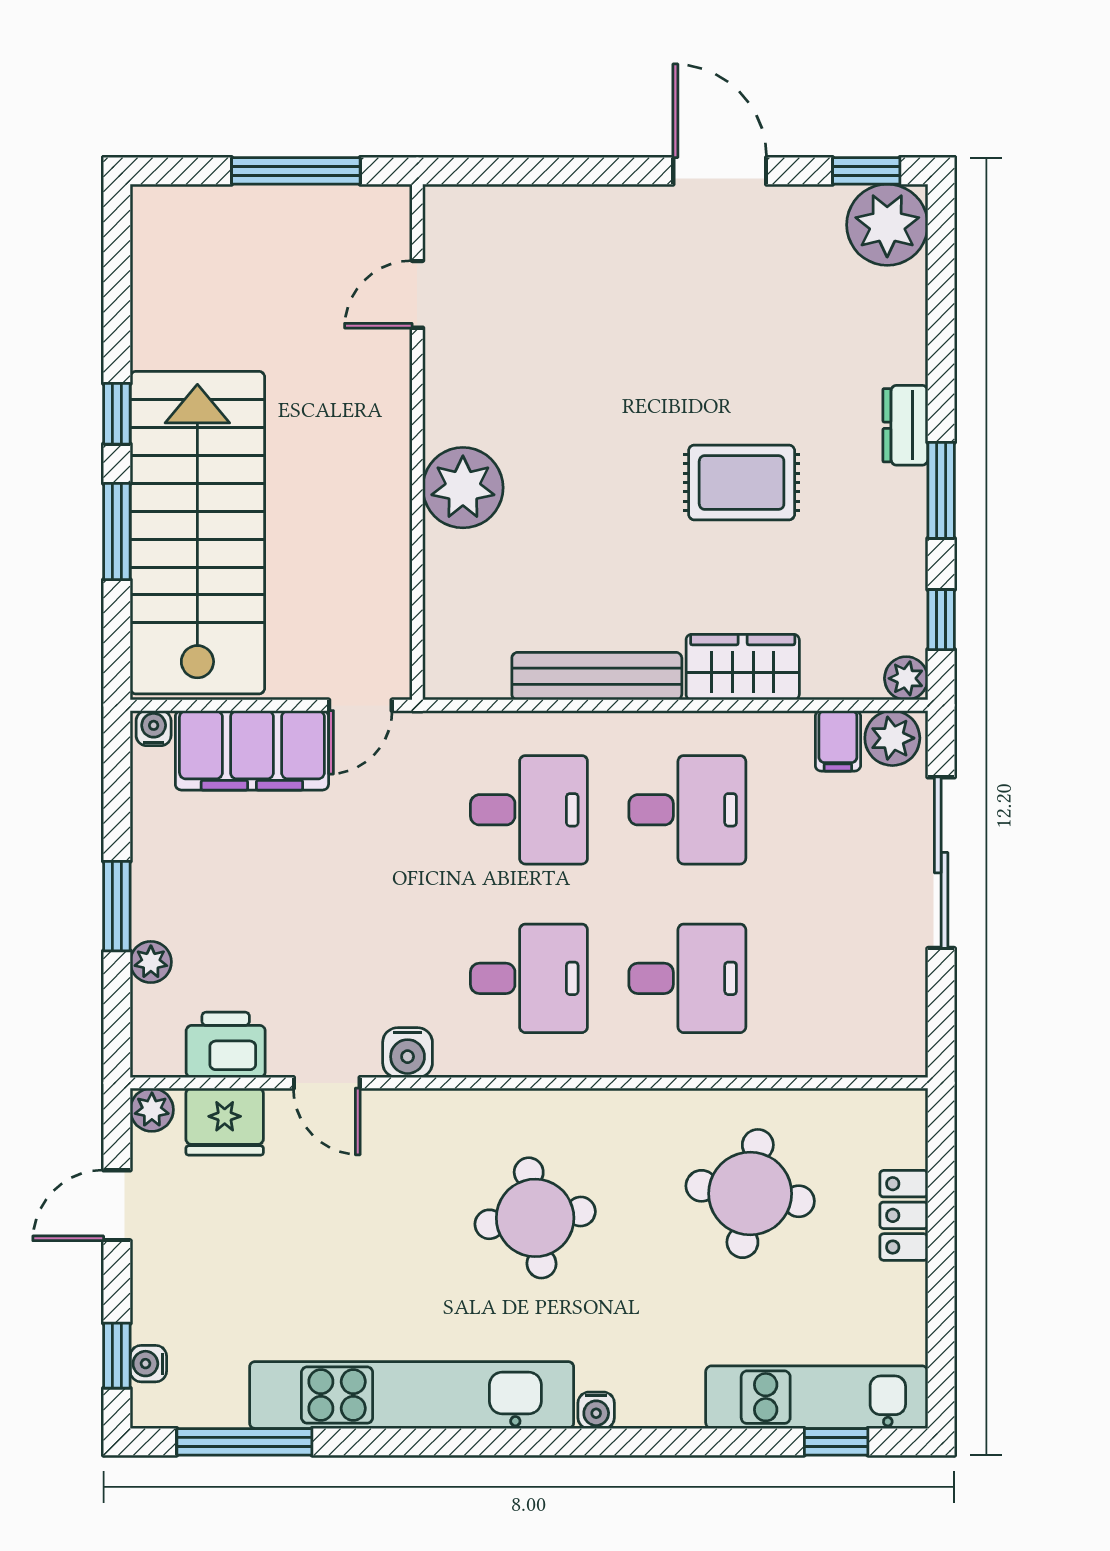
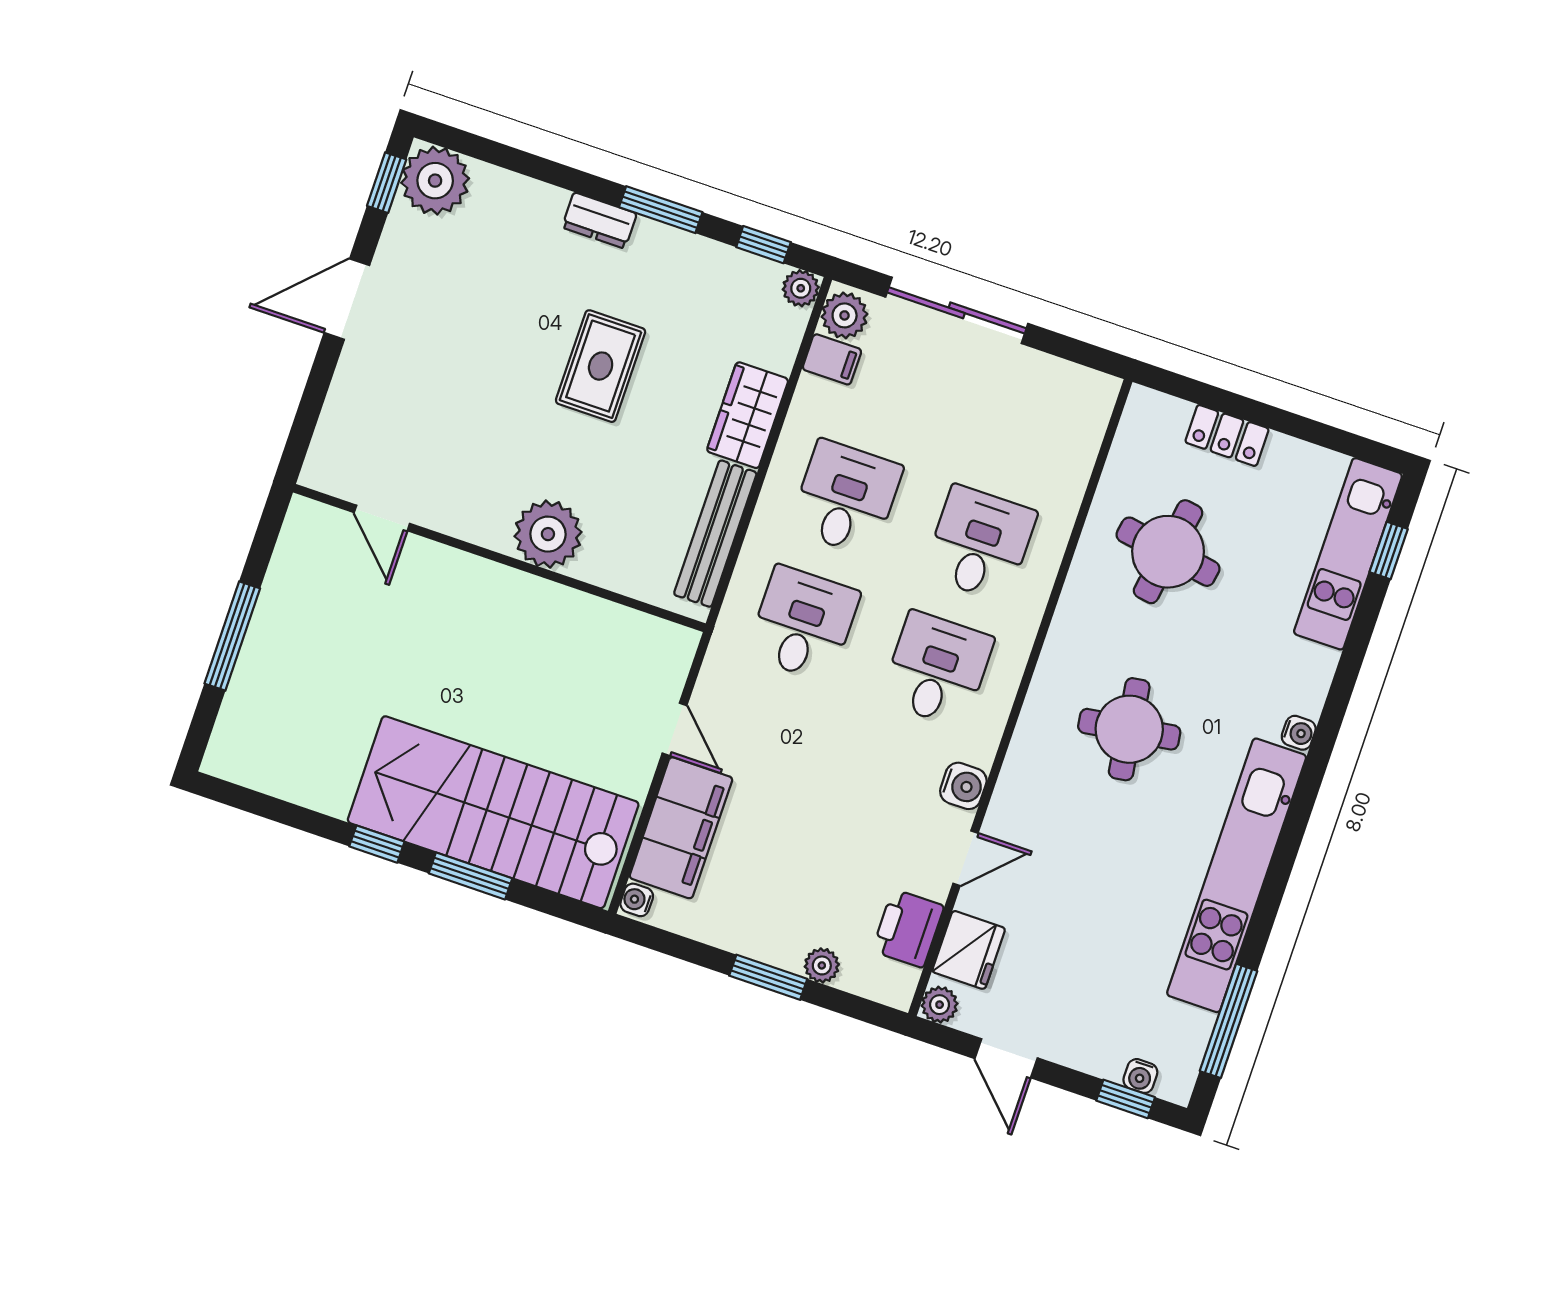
door: (417, 294) -> (382, 518), moved
wall: (417, 442) -> (499, 558), moved
plant: (463, 488) -> (548, 534), moved

